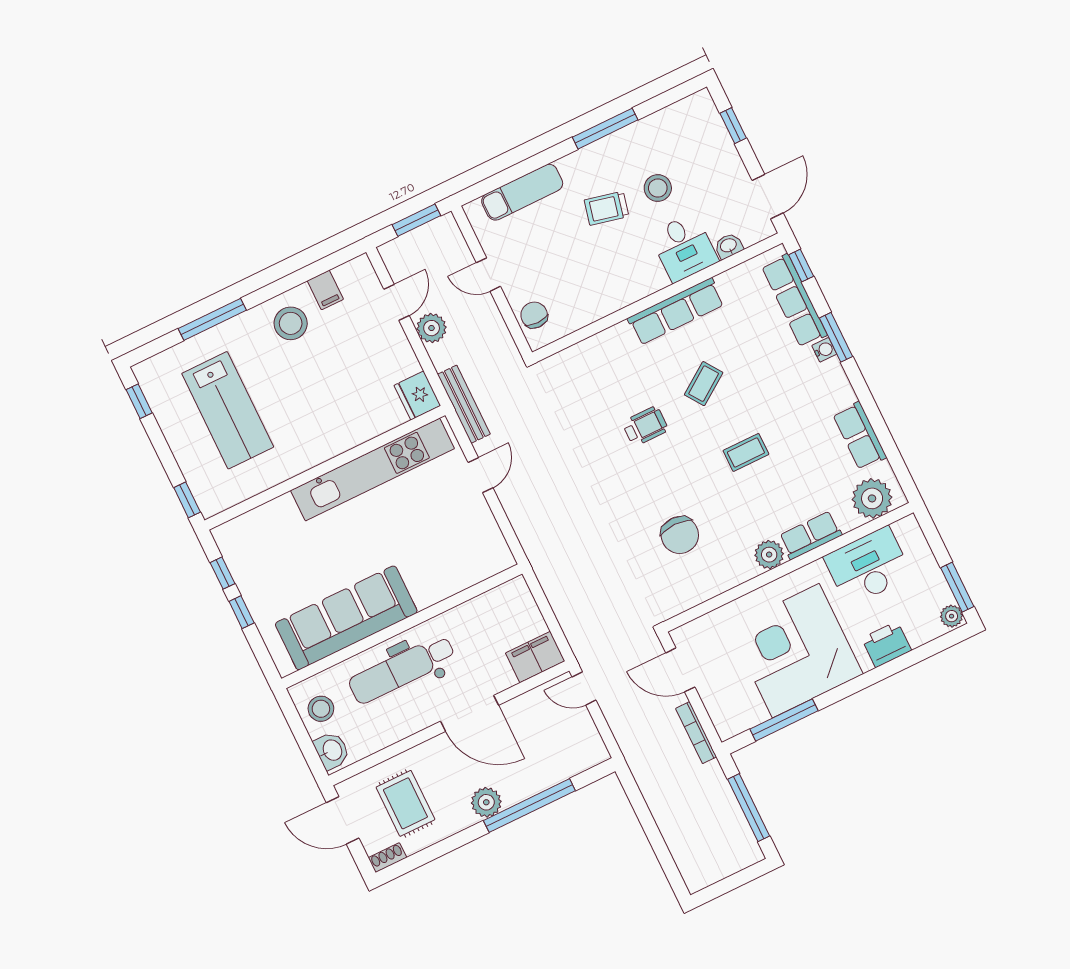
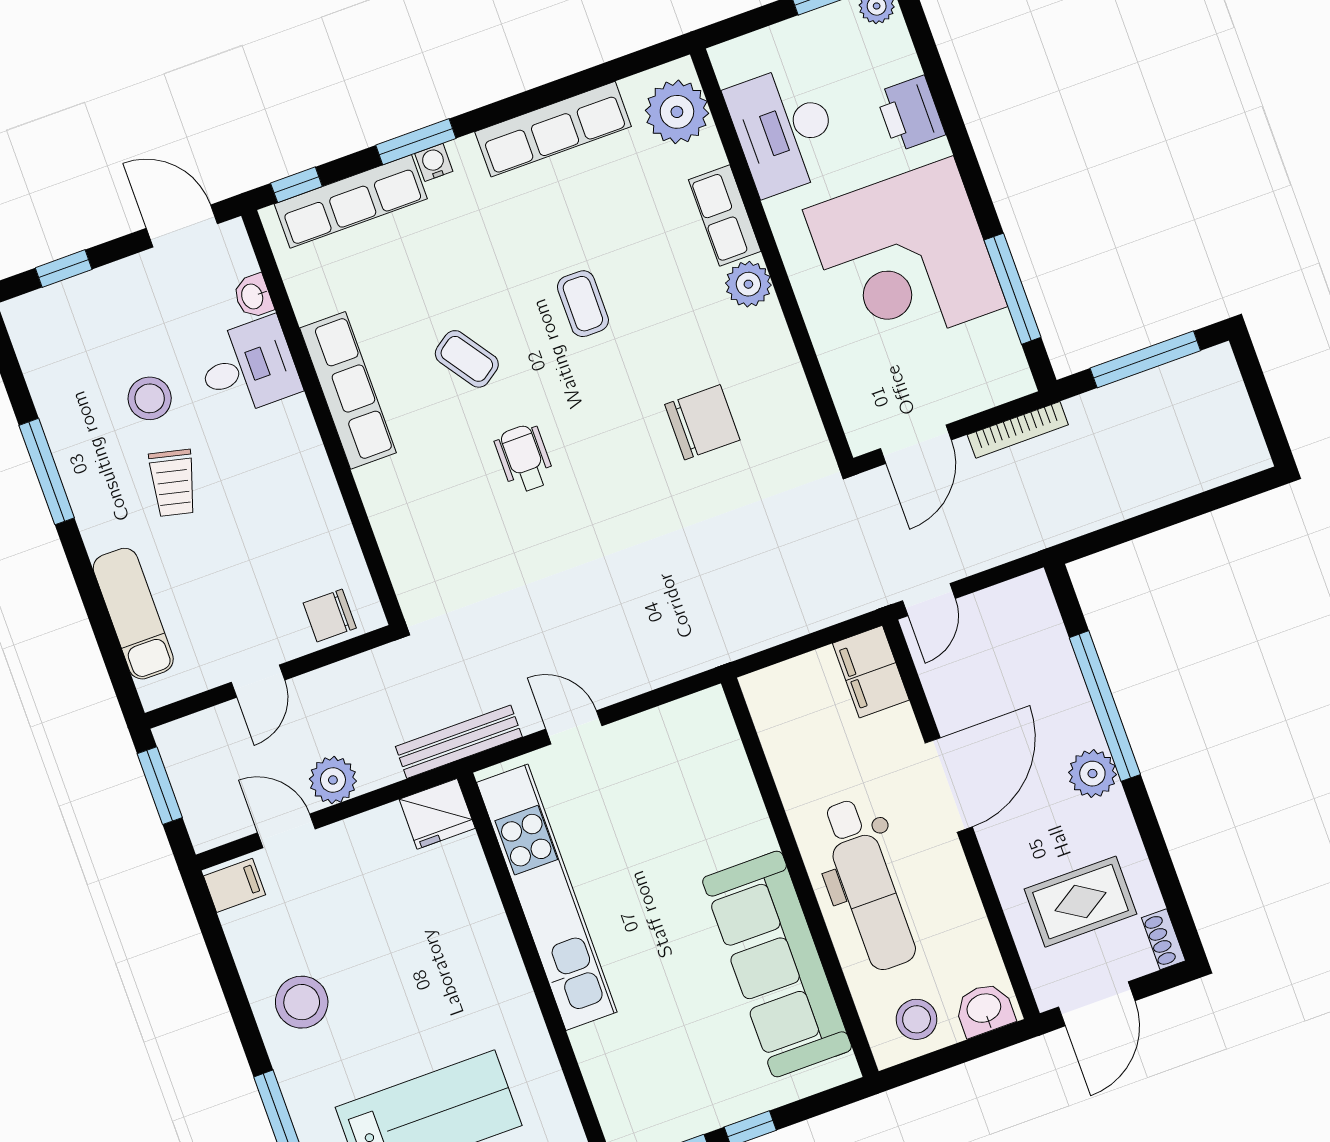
filing cabinet: (325, 290) -> (234, 885), moved
row of seats: (860, 436) -> (553, 129), width x1.48

